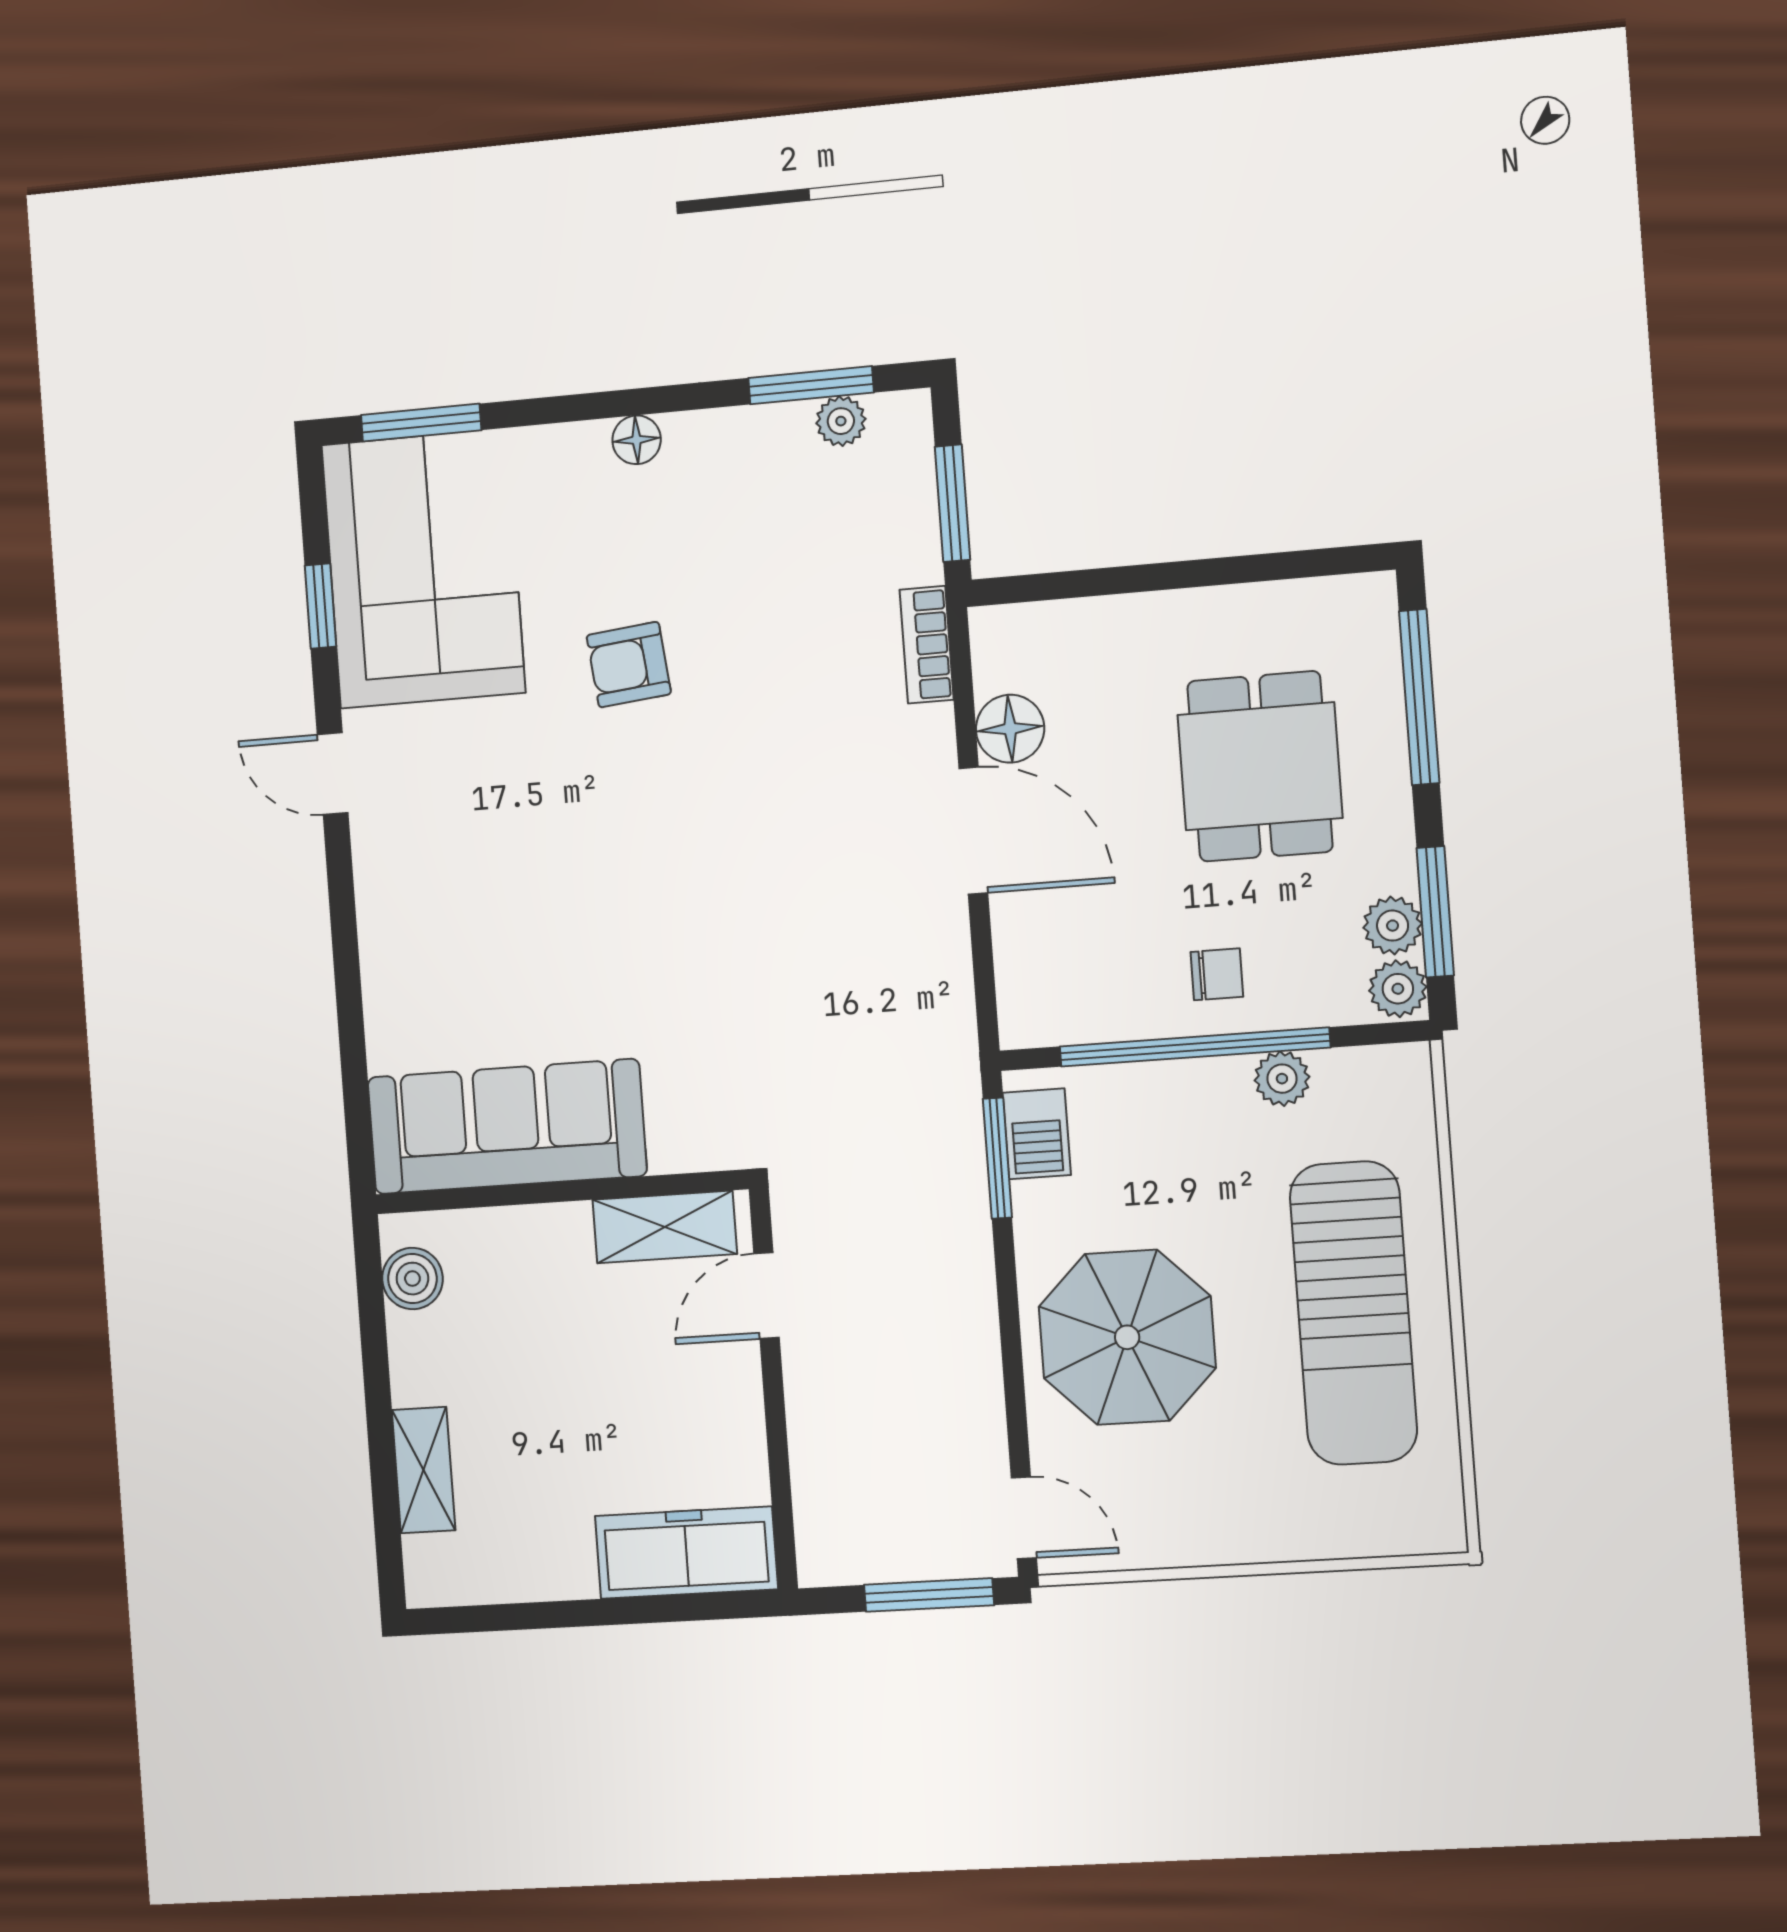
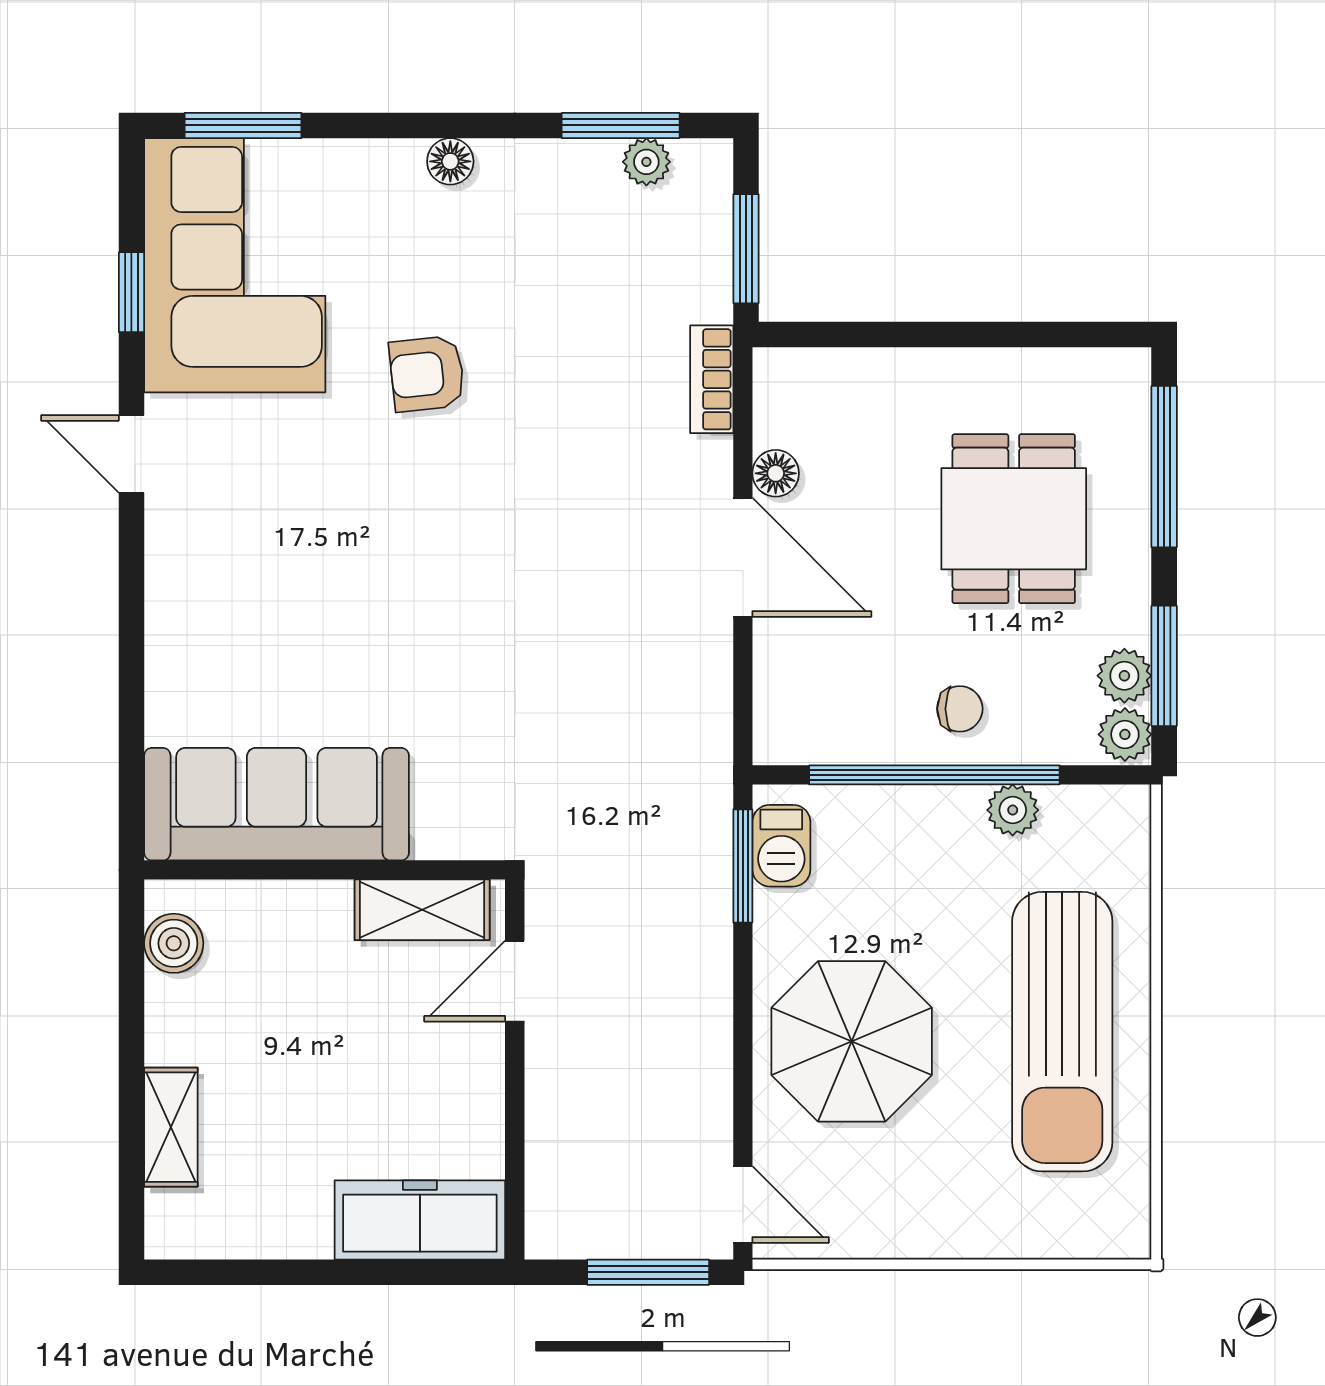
floor lamp: (1010, 729) -> (776, 473), width x0.73, depth x0.73

